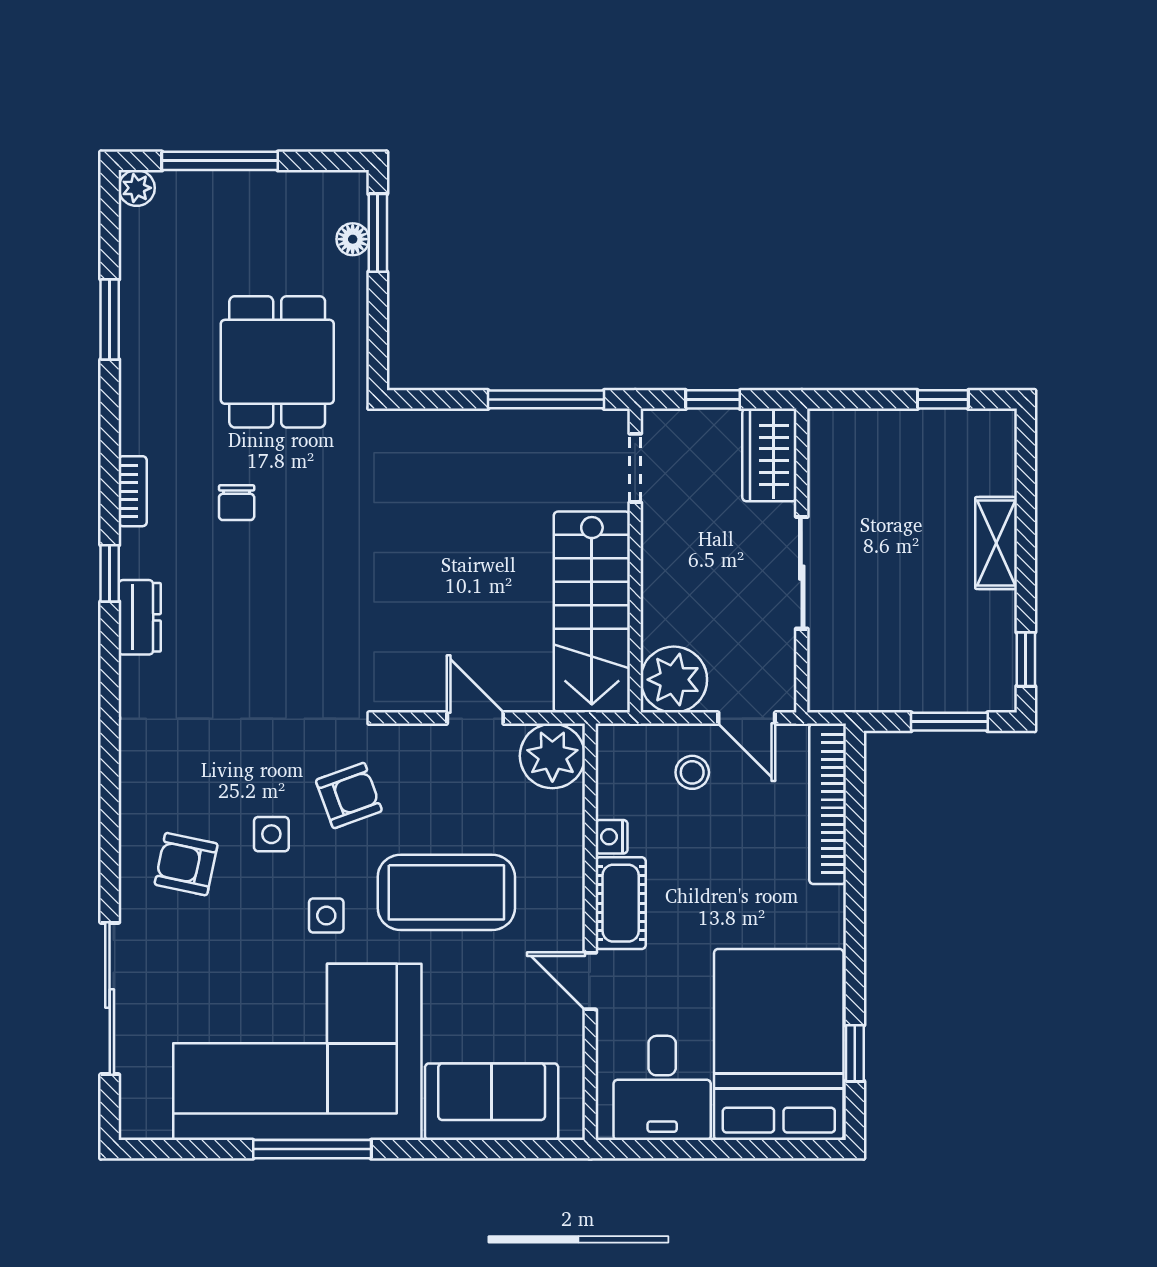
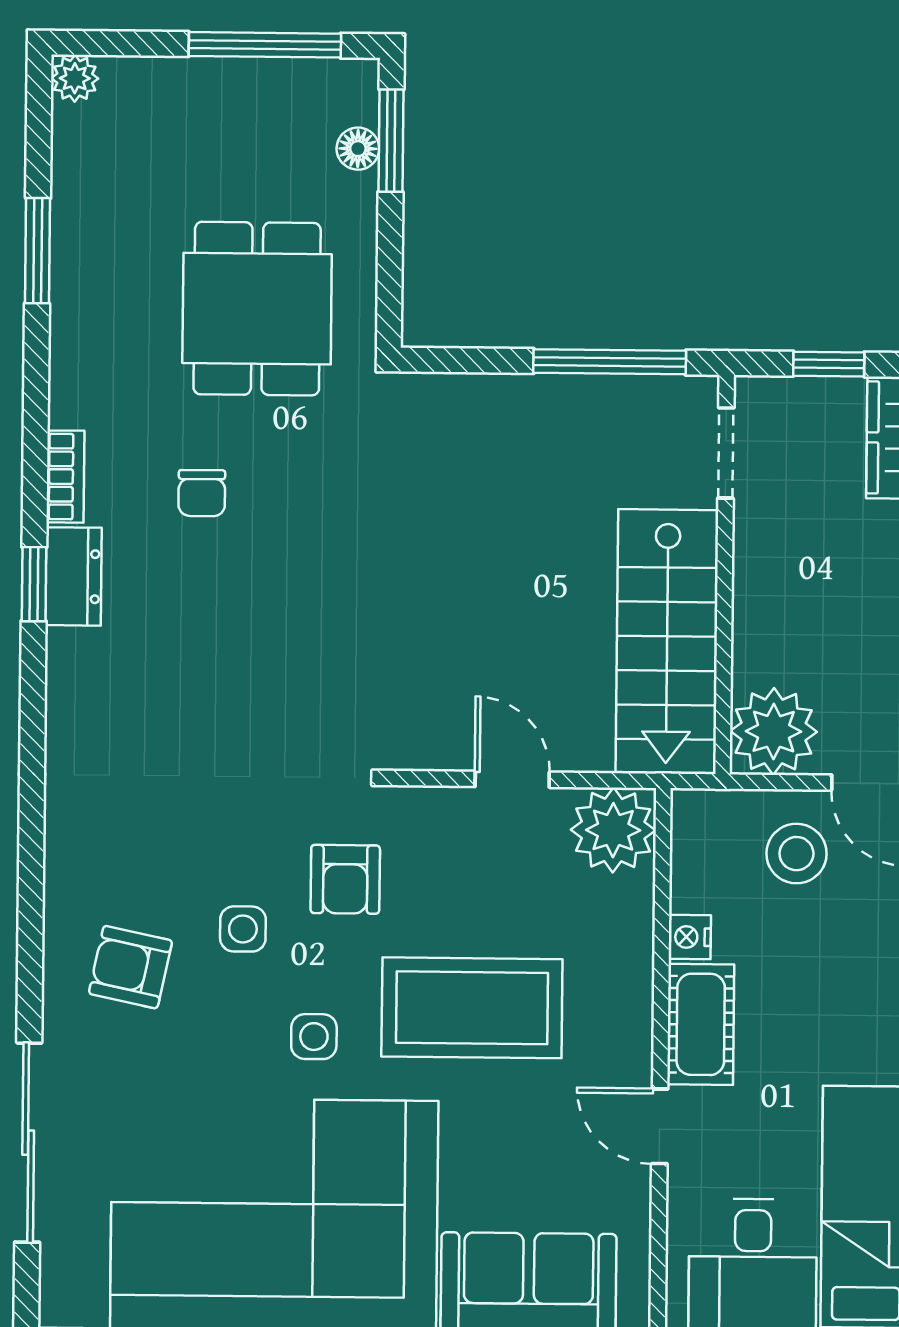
window: (220, 161) -> (265, 45), moved
dresser: (140, 617) -> (74, 576), moved
stool: (692, 772) -> (796, 854), width x1.37, depth x1.37
armchair: (349, 796) -> (345, 879), turned 110

